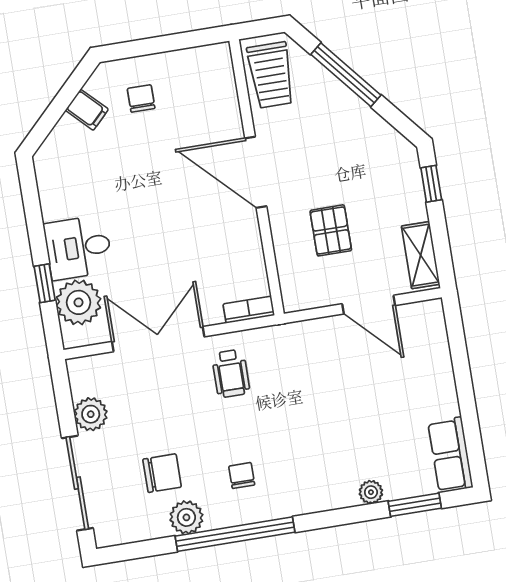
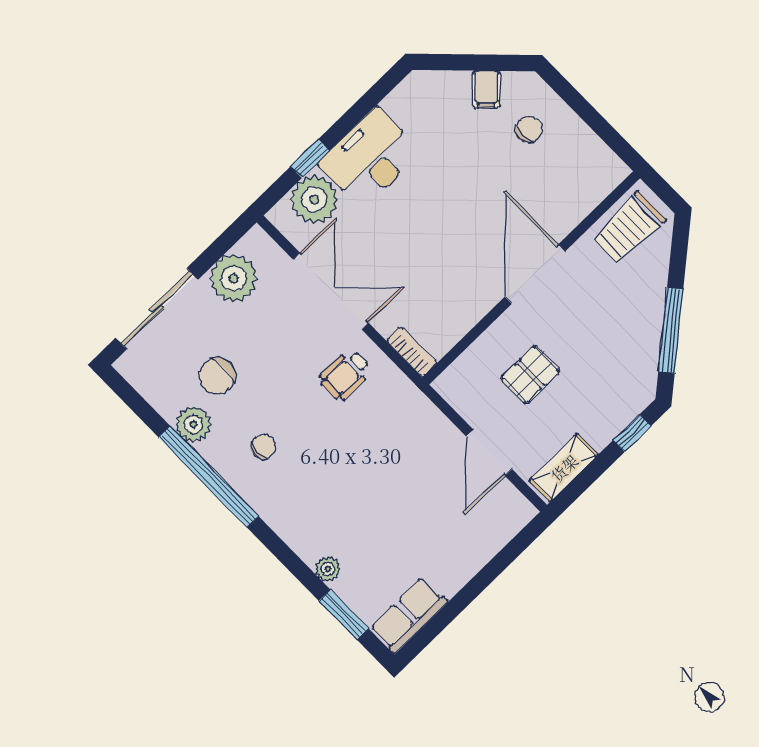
window: (346, 75) -> (671, 330), moved
desk: (78, 248) -> (370, 158), width x1.37
plant: (91, 414) -> (234, 278), width x1.36, depth x1.36
chair: (162, 473) -> (217, 376), turned 90

